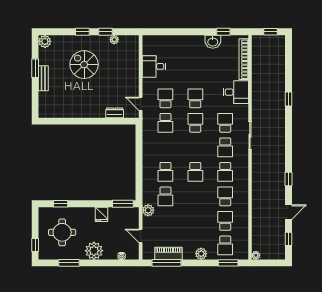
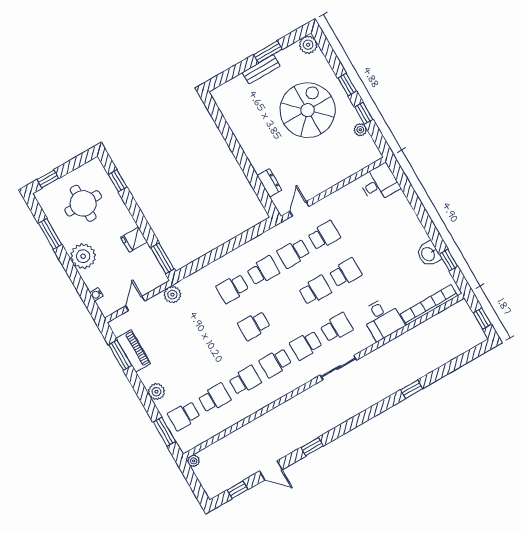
spiral stairs: (84, 65) -> (308, 110), width x1.37, depth x1.37
desk: (154, 66) -> (379, 183), moved, turned 90
school desk: (165, 196) -> (263, 271), moved, turned 180
window: (166, 263) -> (120, 355), width x0.69

